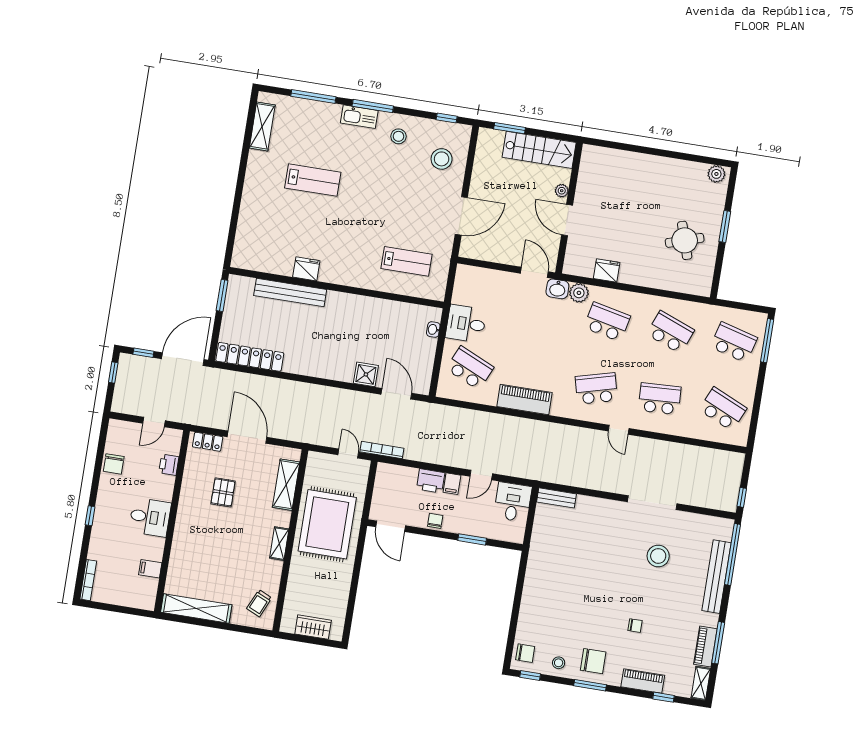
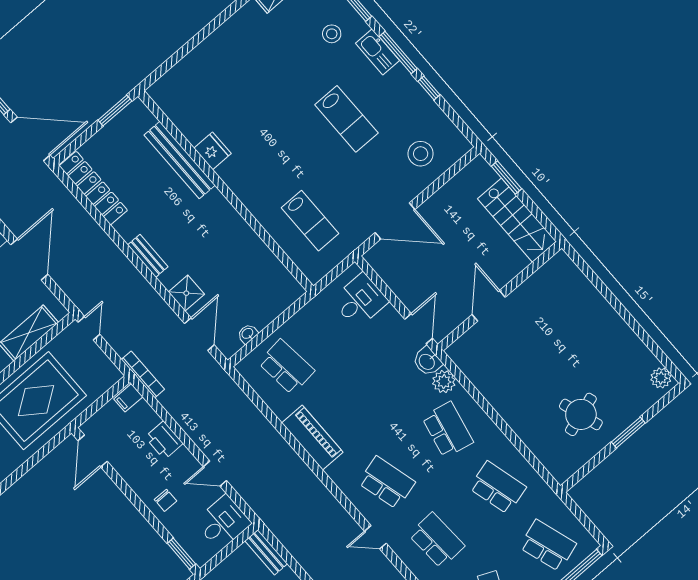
window: (447, 118) -> (429, 88), moved
stool: (398, 136) -> (332, 34), moved
lab bench: (313, 180) -> (346, 119), moved
plant: (562, 191) -> (506, 275), removed
fridge: (607, 270) -> (486, 382), removed
desk: (466, 324) -> (360, 301), moved, turned 90
washbasin: (433, 330) -> (248, 334), moved
school desk: (670, 332) -> (498, 488), turned -36
school desk: (734, 342) -> (548, 545), turned -33
school desk: (470, 368) -> (286, 367), turned -30
bench: (321, 371) -> (148, 256), added
door: (619, 430) -> (375, 537), hinge flipped
door: (348, 453) -> (89, 328), moved
filing cabinet: (452, 484) -> (128, 398), moved
chair: (435, 521) -> (166, 500), moved, turned 90
window: (472, 539) -> (181, 554), moved

